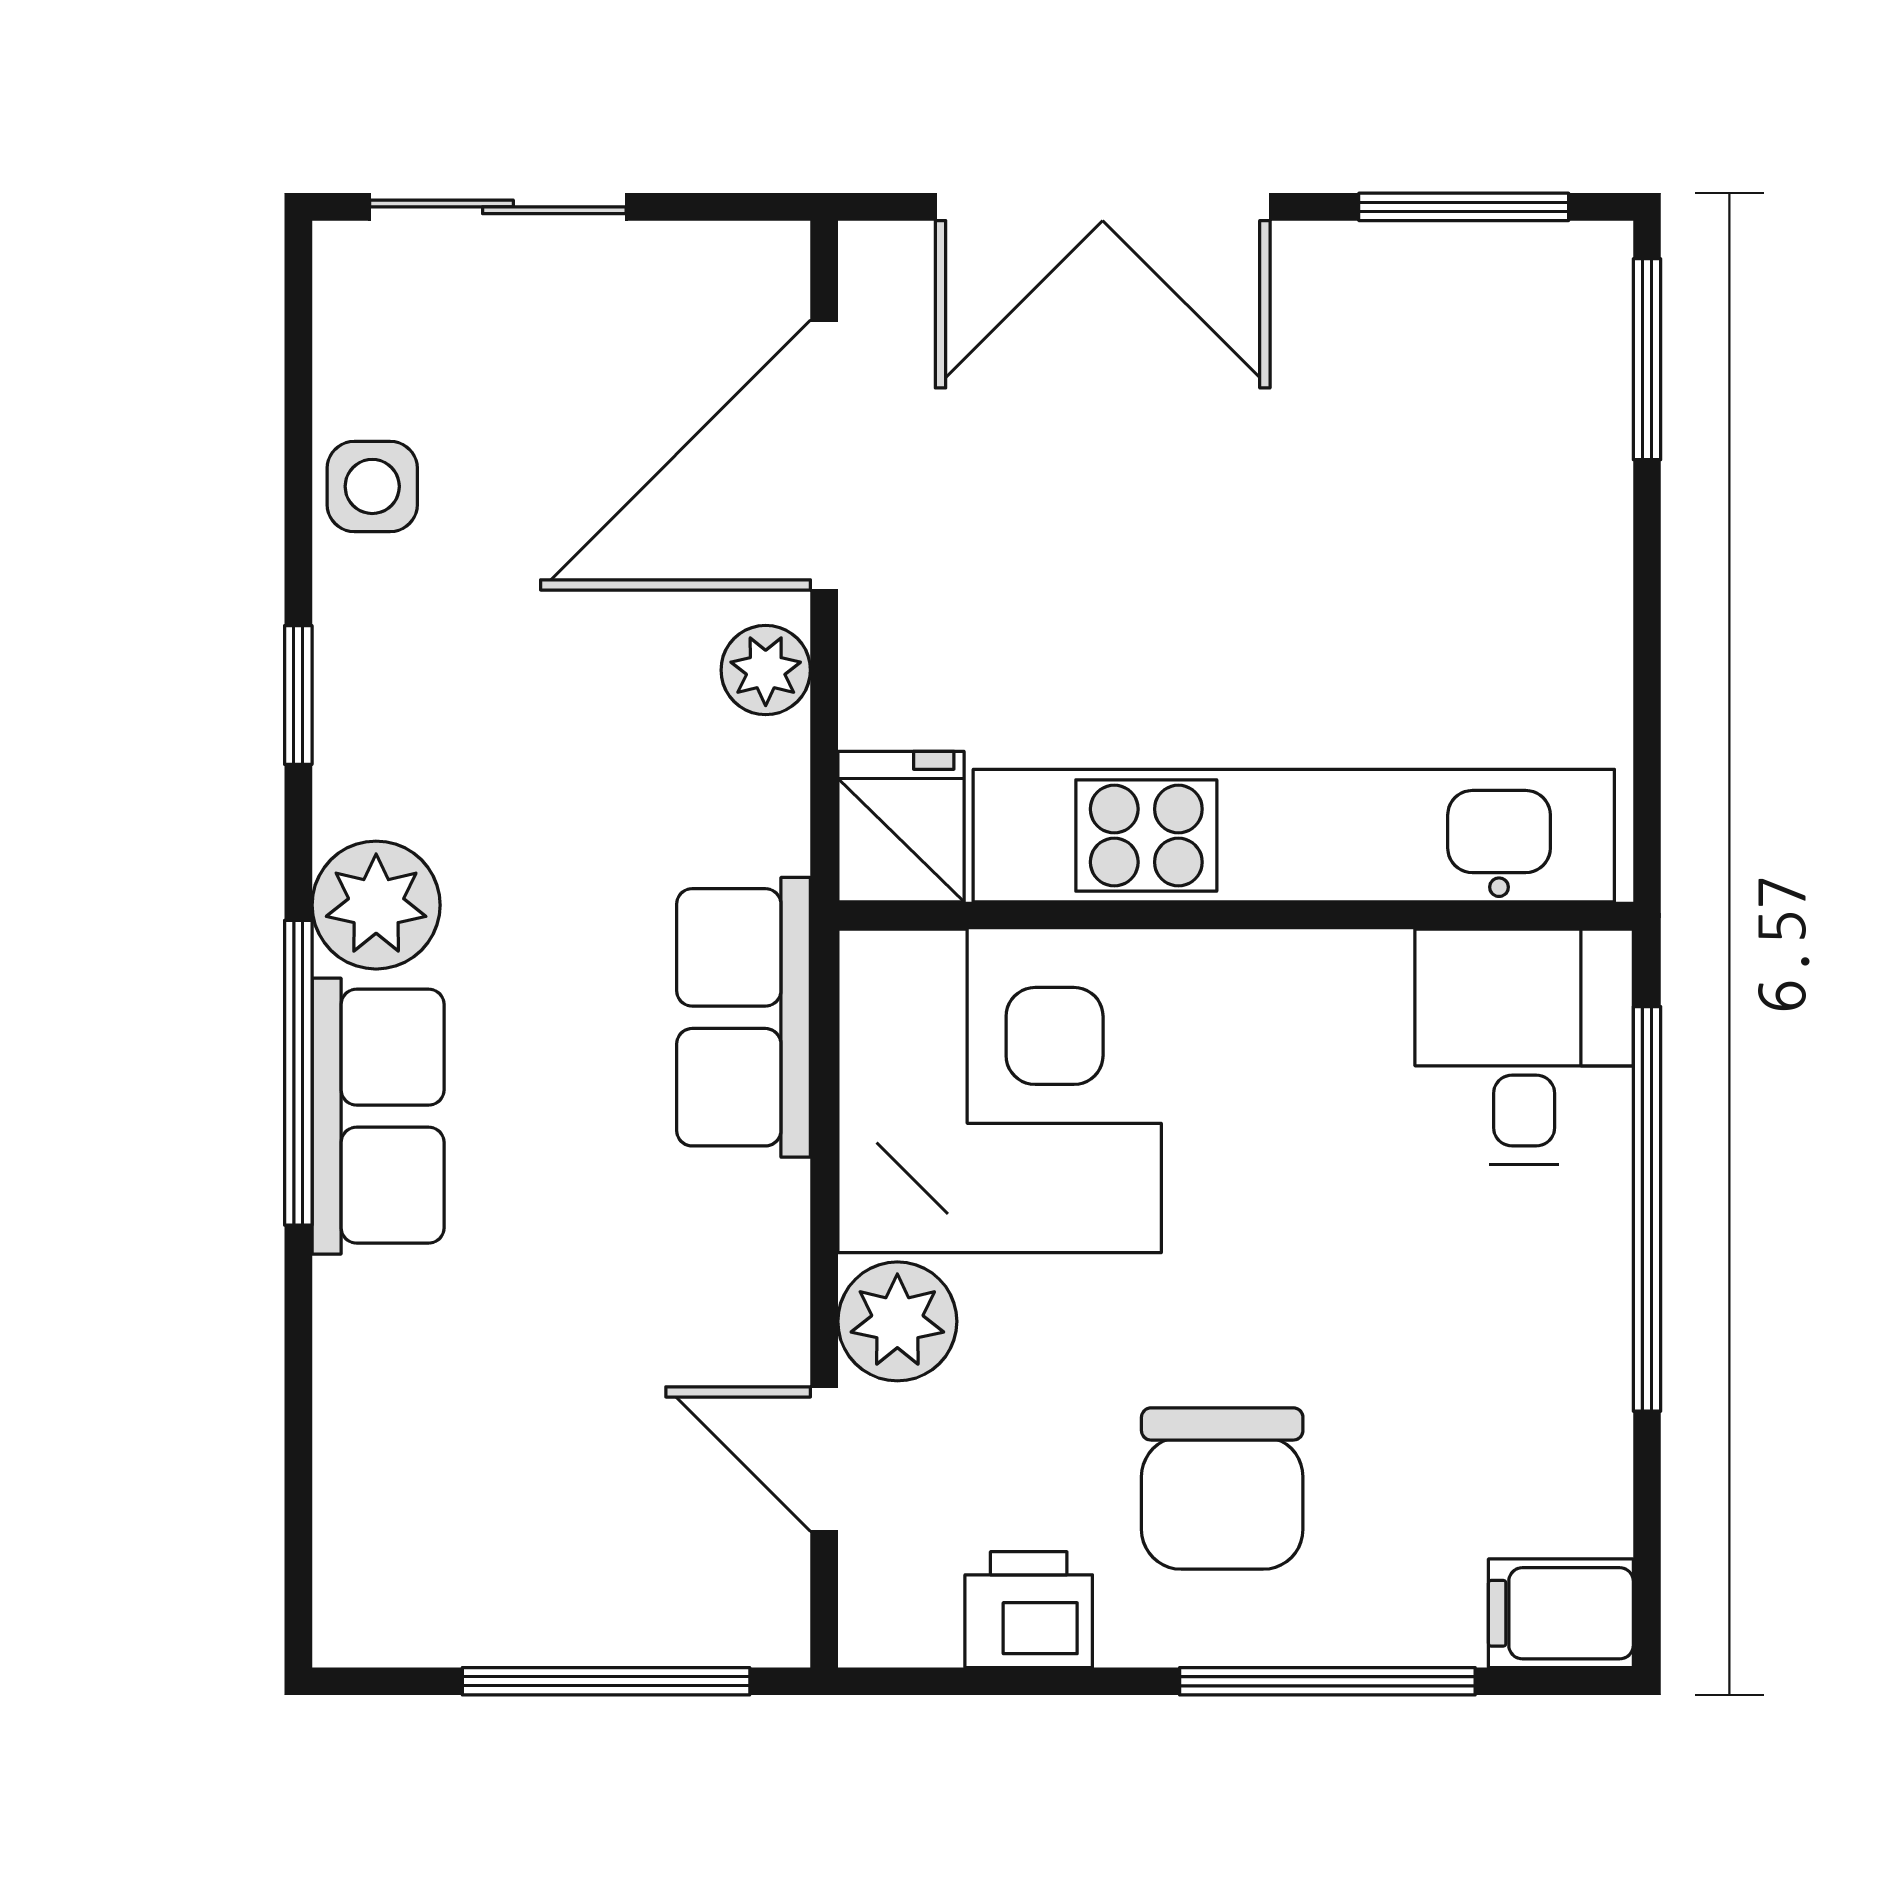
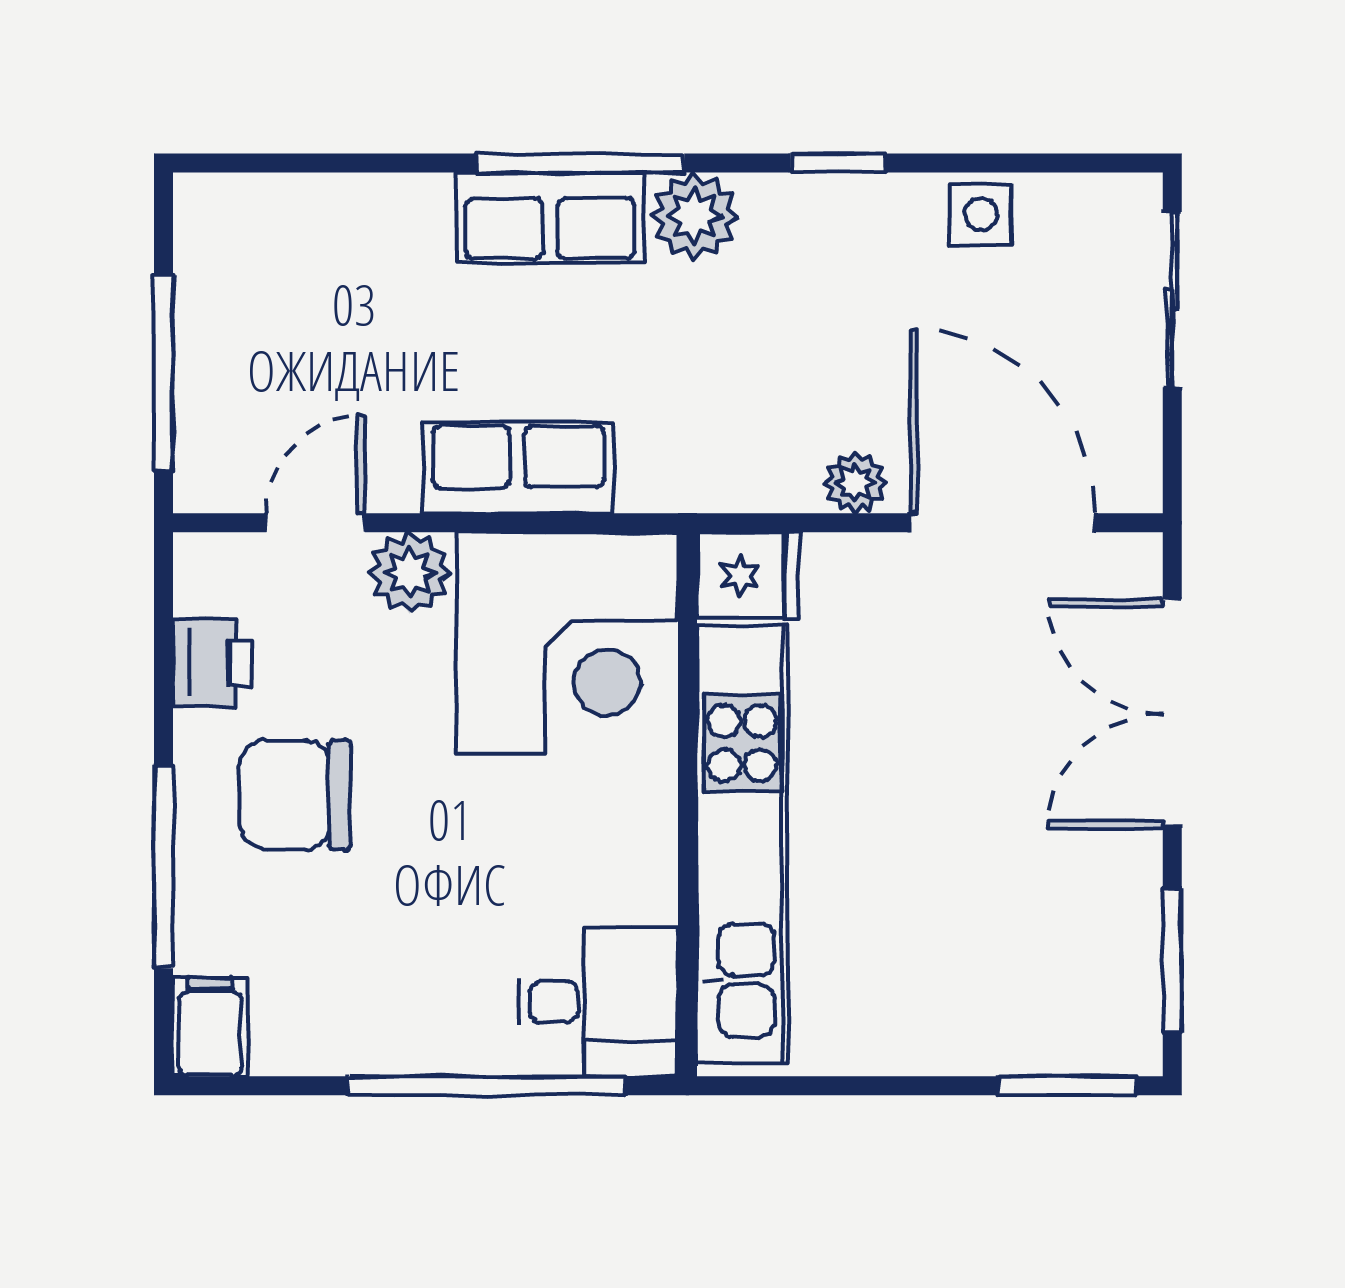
row of seats: (743, 1017) -> (518, 468), moved

